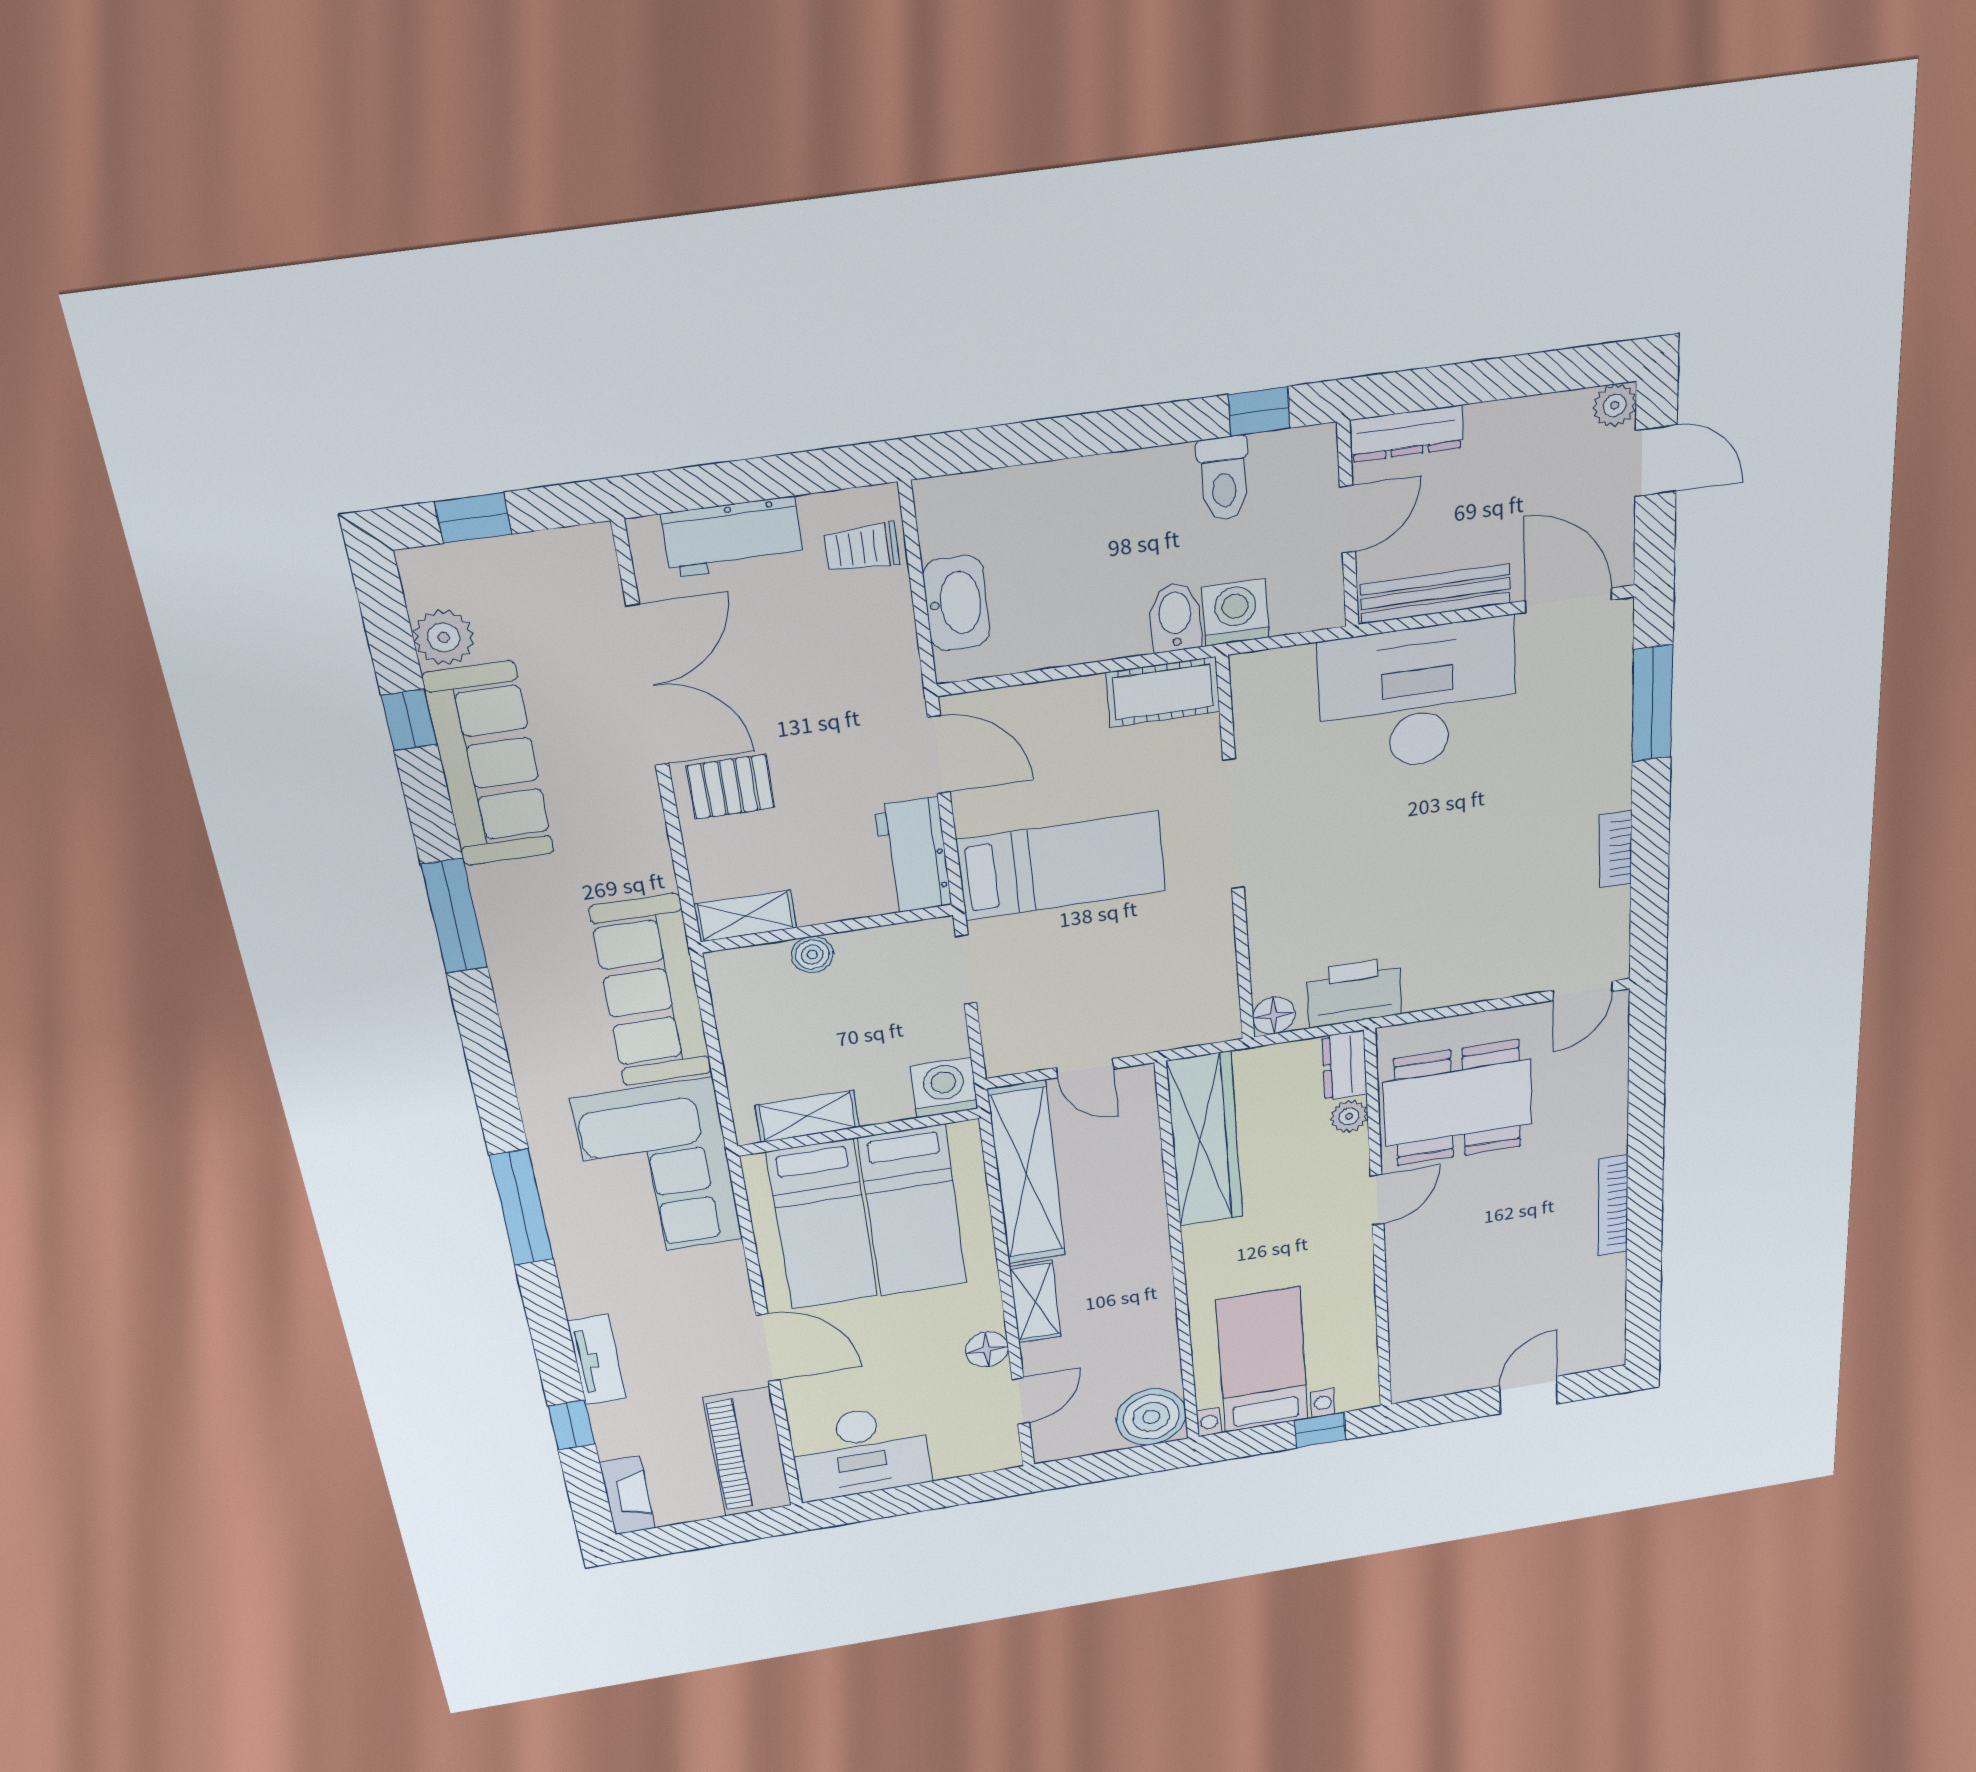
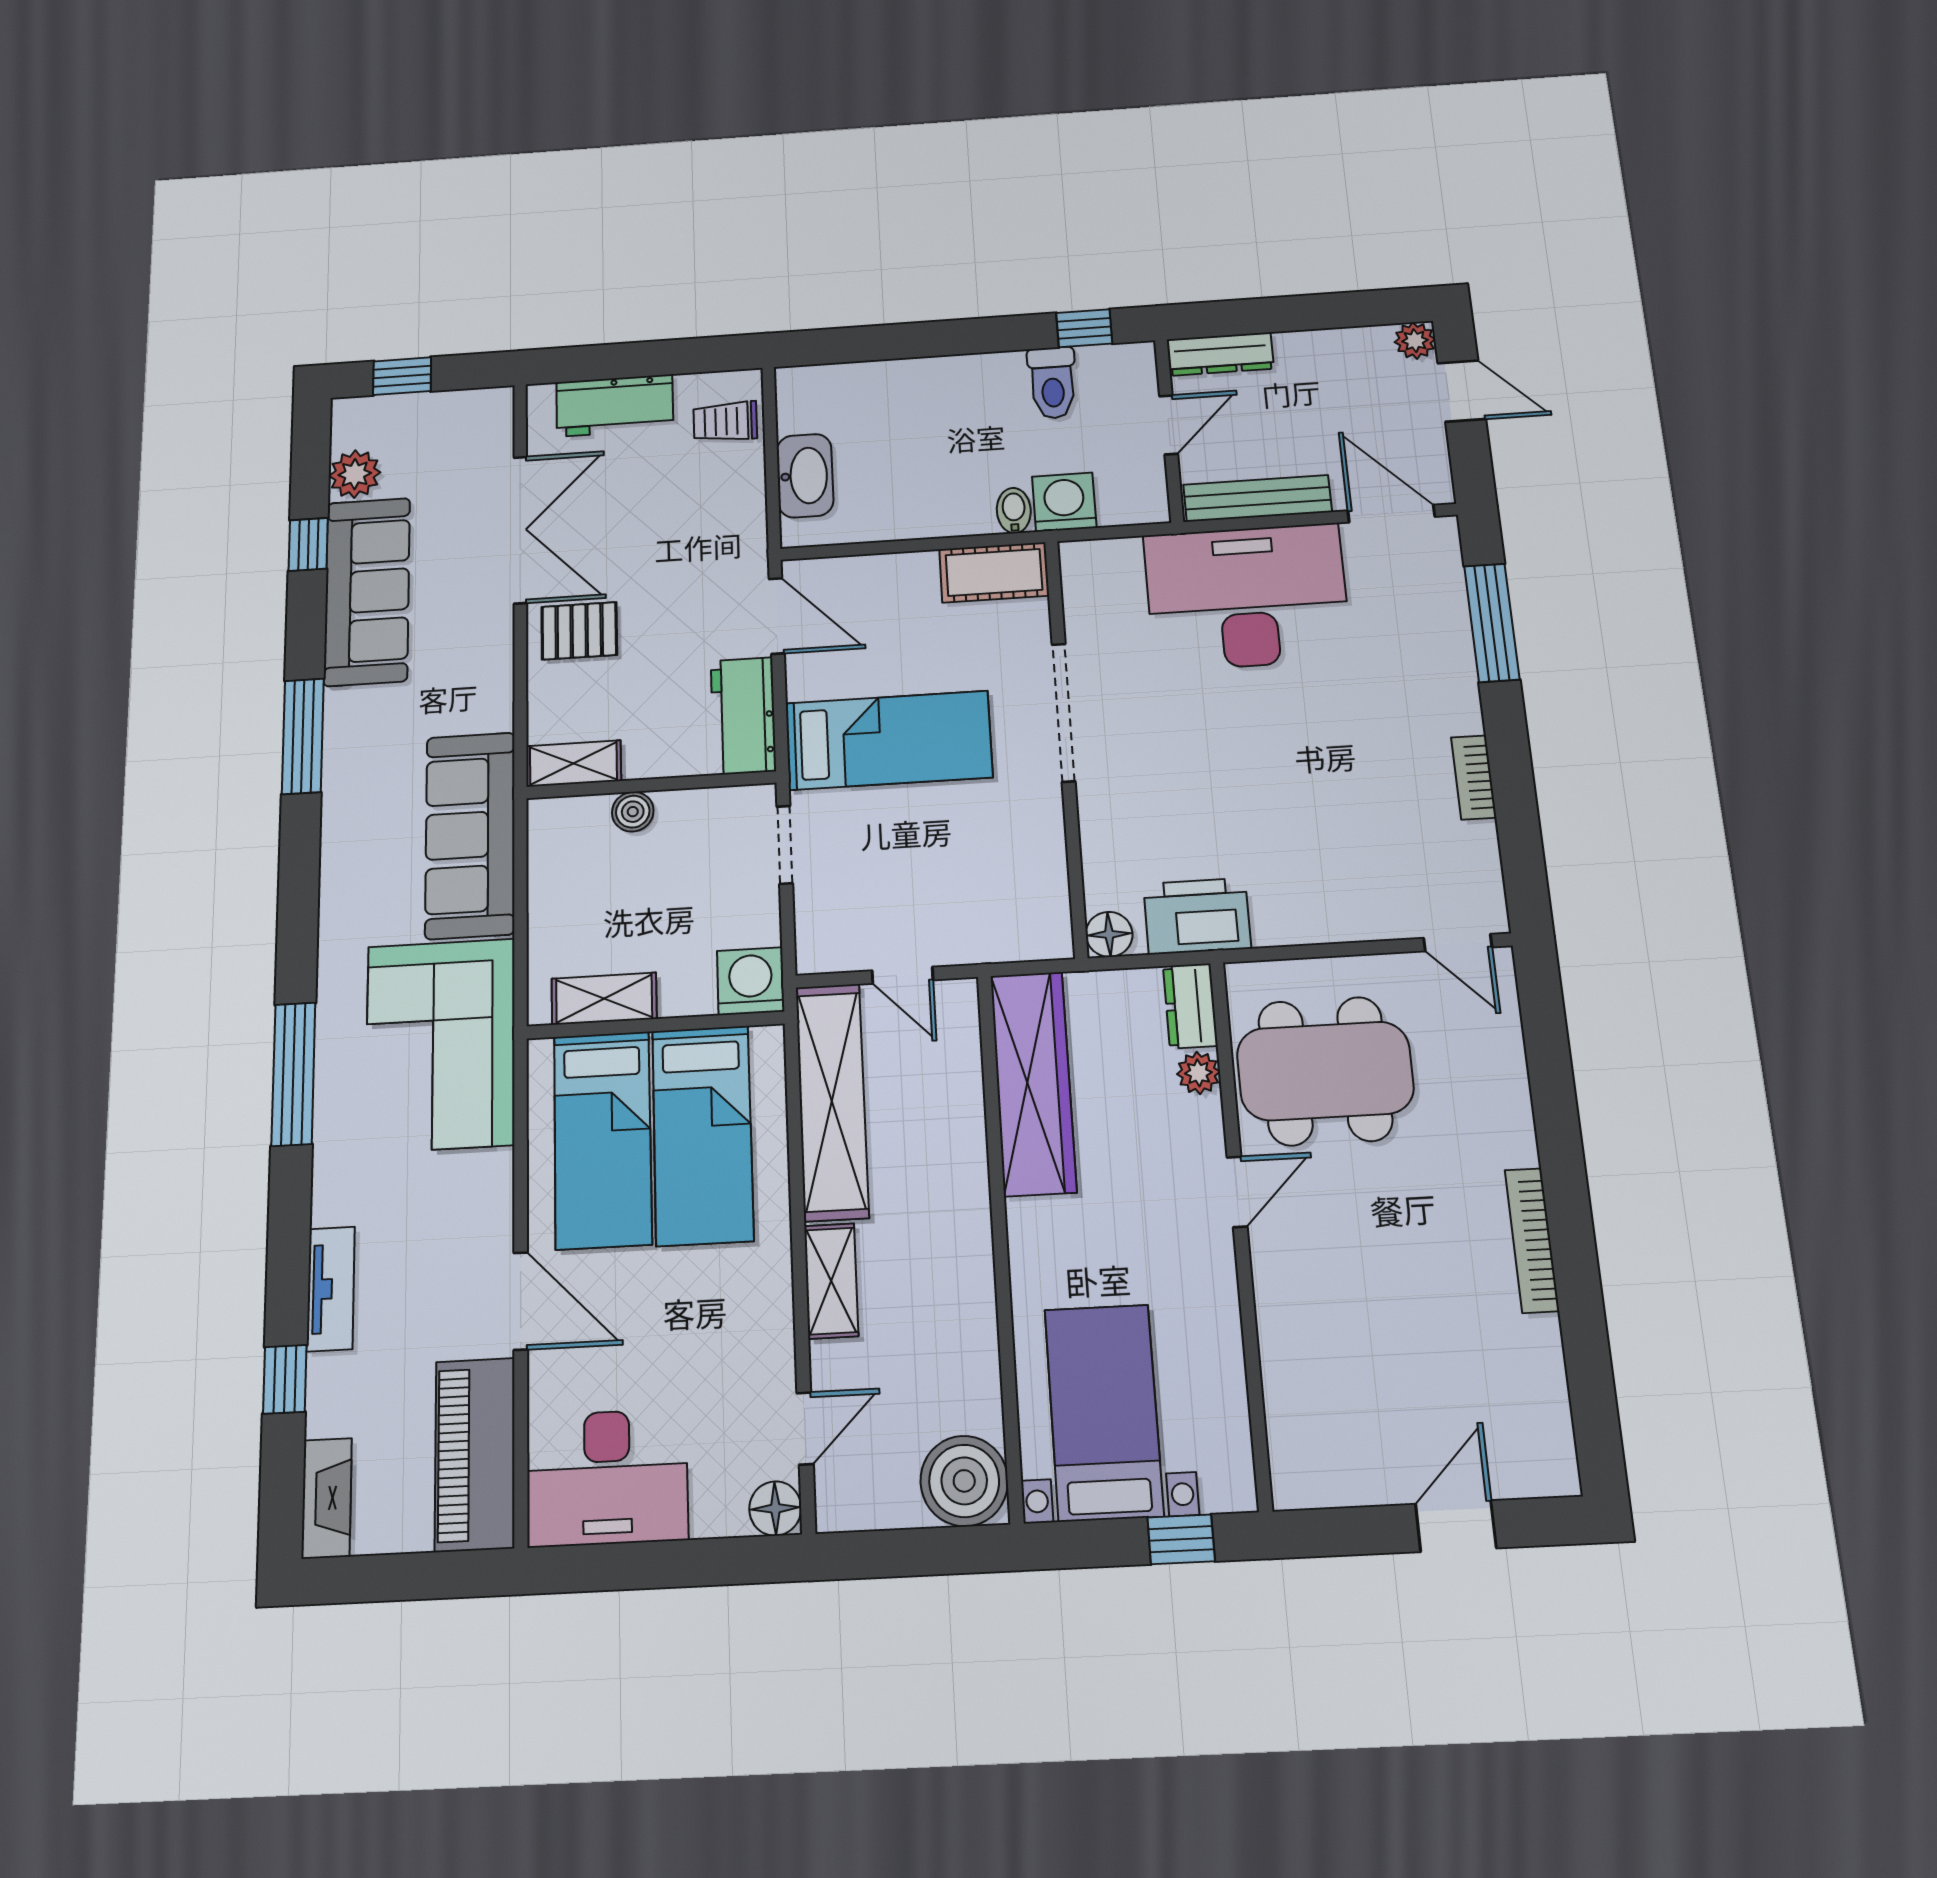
bidet: (1175, 617) -> (1014, 510), width x0.72, depth x0.74
door: (1583, 991) -> (1458, 943), hinge flipped
floor lamp: (987, 1349) -> (775, 1508), moved

